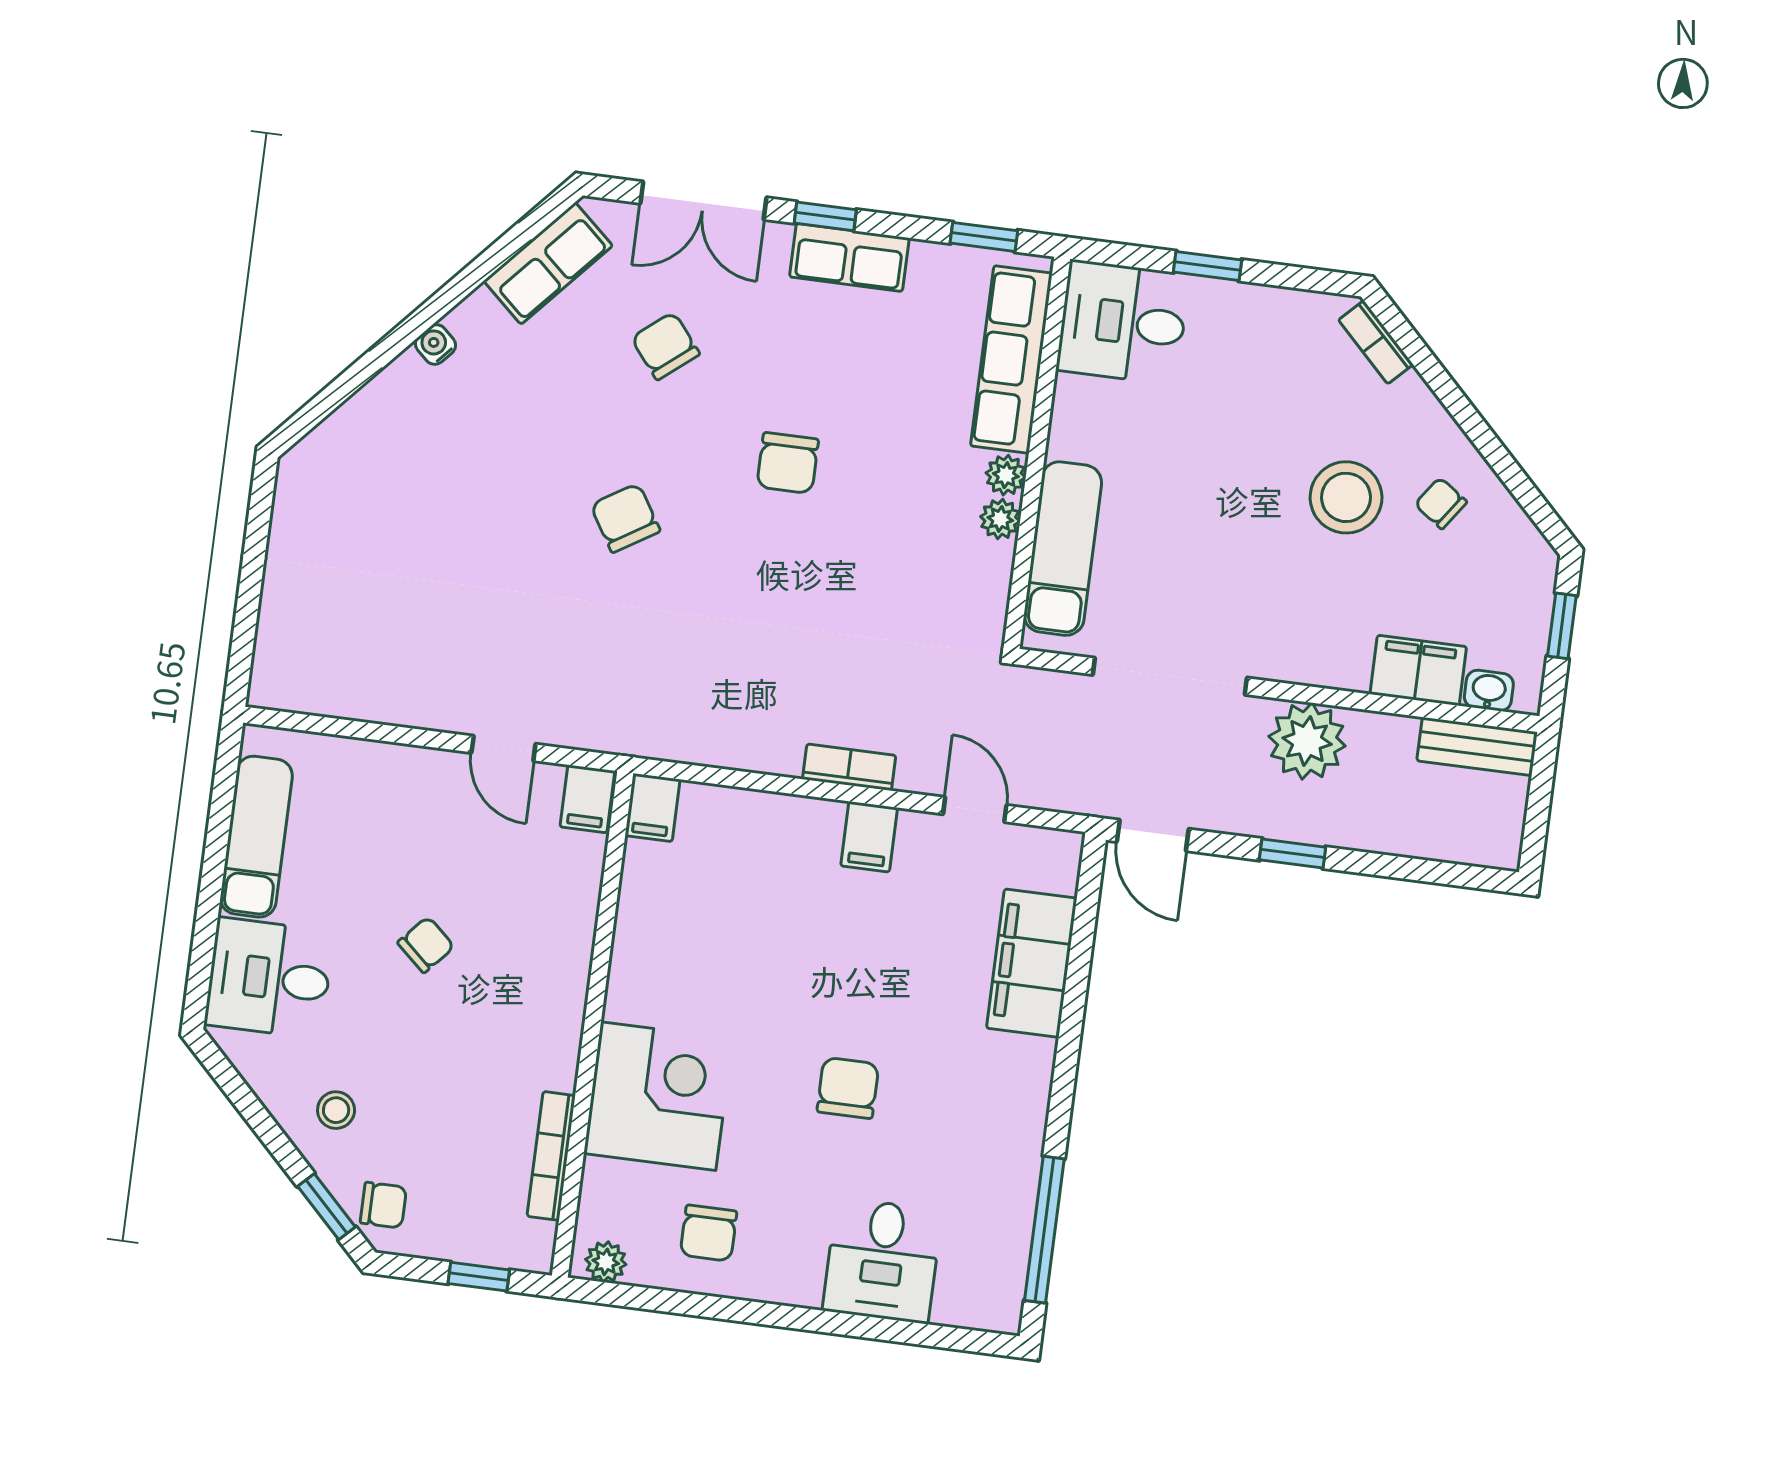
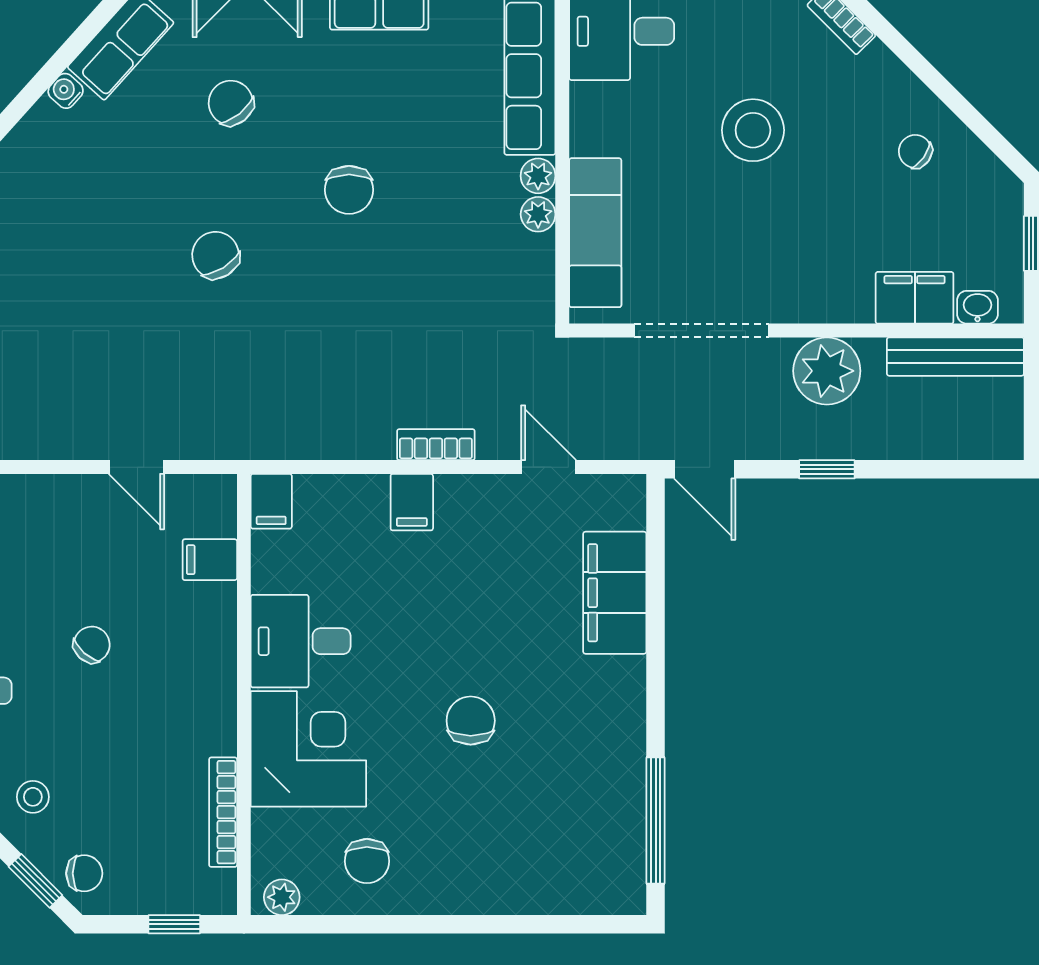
water cooler: (435, 345) -> (66, 91), moved
stool: (1346, 497) -> (753, 130), moved
bench: (1477, 746) -> (955, 357), width x1.36
filing cabinet: (587, 799) -> (210, 560), moved, turned 90
filing cabinet: (869, 837) -> (412, 502), moved
desk: (882, 1260) -> (301, 641), moved, turned 90

